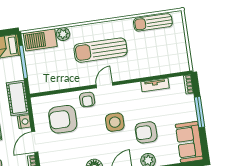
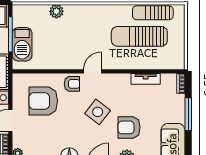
barbecue: (40, 40) -> (22, 44), moved, turned -90
sun lounger: (101, 50) -> (139, 36), moved
armchair: (87, 100) -> (72, 84), turned -90
side table: (115, 122) -> (98, 112), turned 38

